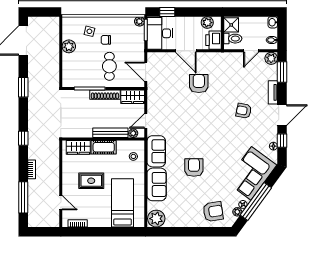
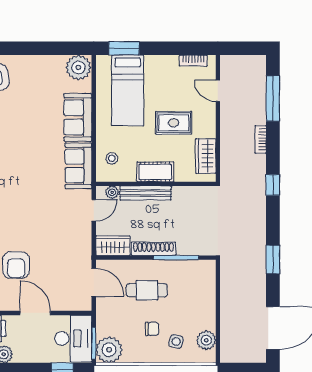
plant: (140, 21) -> (109, 350), width x1.87, depth x1.87
plant: (69, 46) -> (206, 340), moved
cafe table: (109, 66) -> (147, 290), turned 90
wardrobe: (78, 147) -> (206, 156), moved, turned -90
armchair: (194, 168) -> (23, 142), removed
window: (125, 232) -> (124, 48), added

